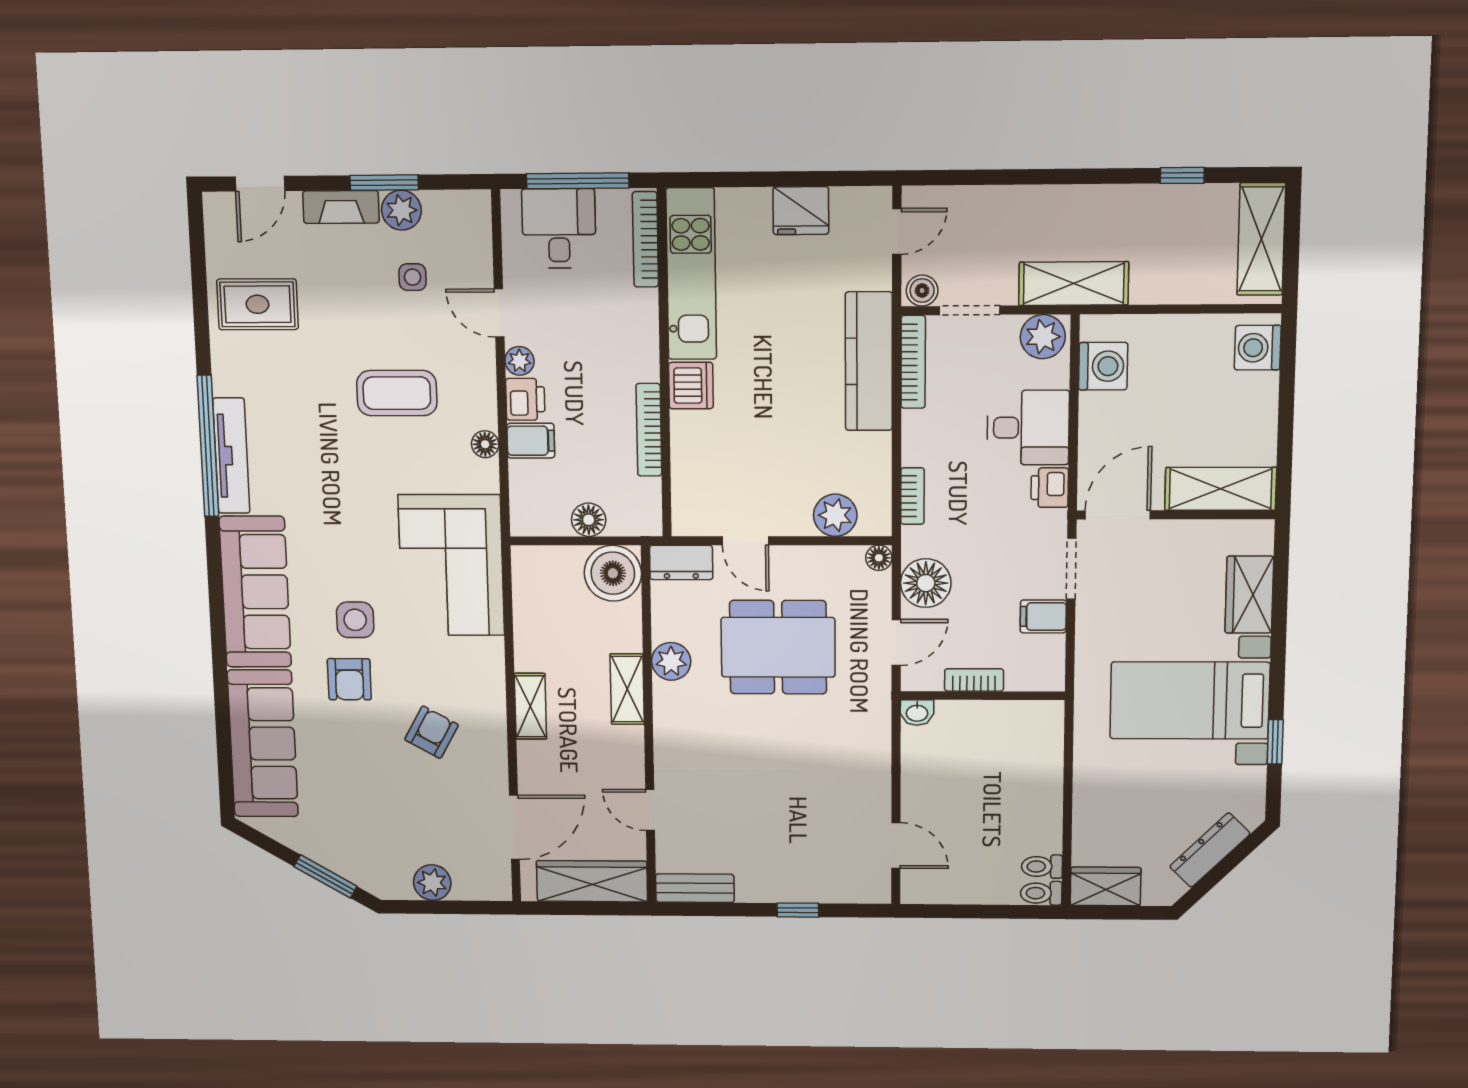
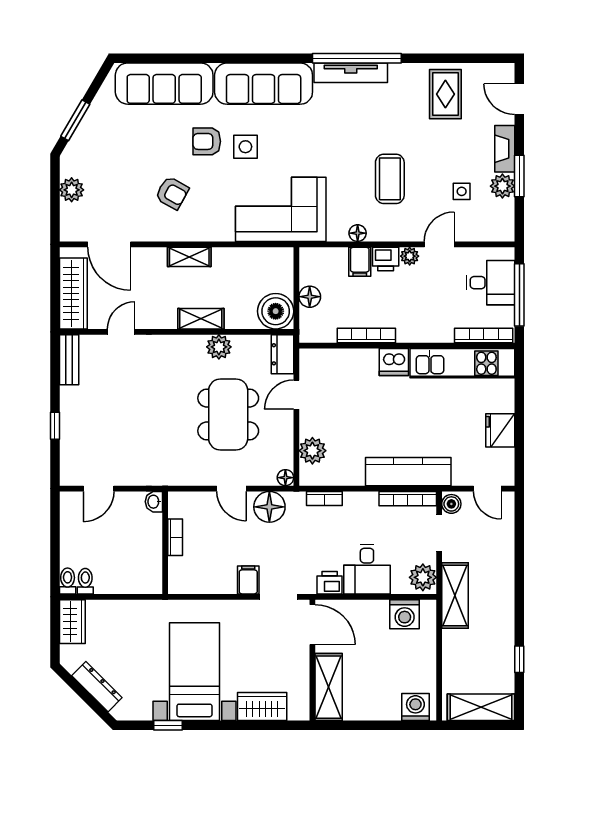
bookcase: (974, 680) -> (175, 537), moved
wall: (983, 696) -> (165, 543), moved
washbasin: (917, 713) -> (154, 502), moved

